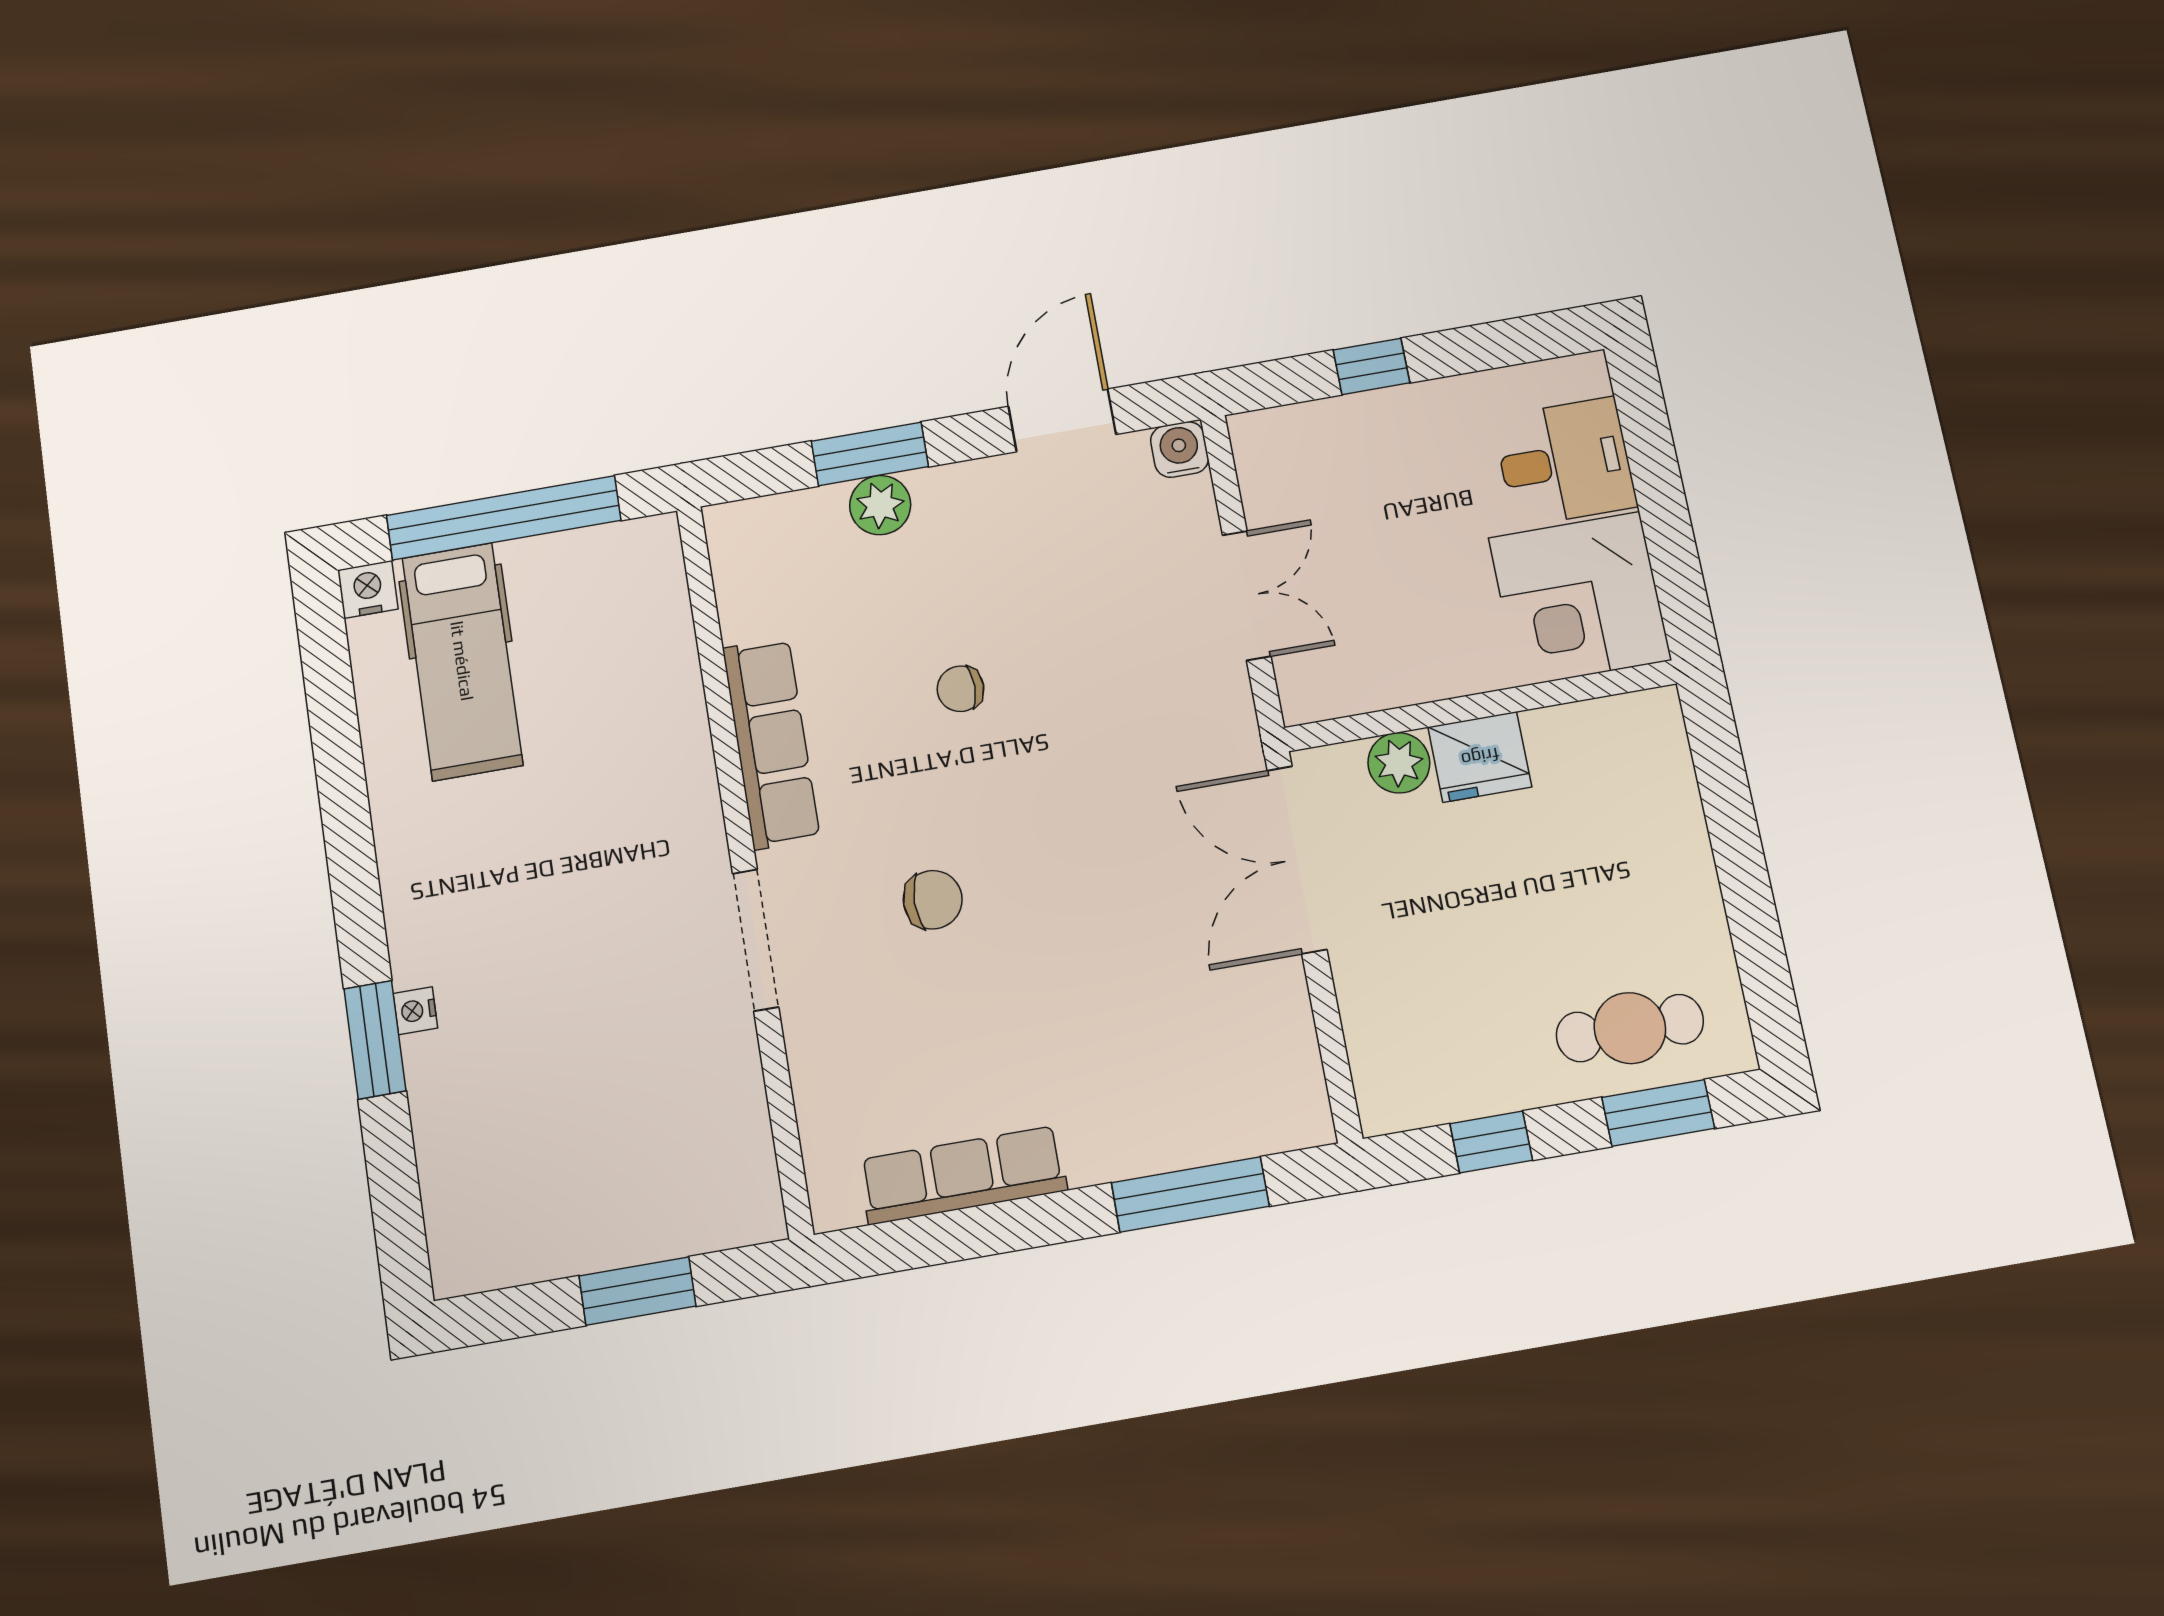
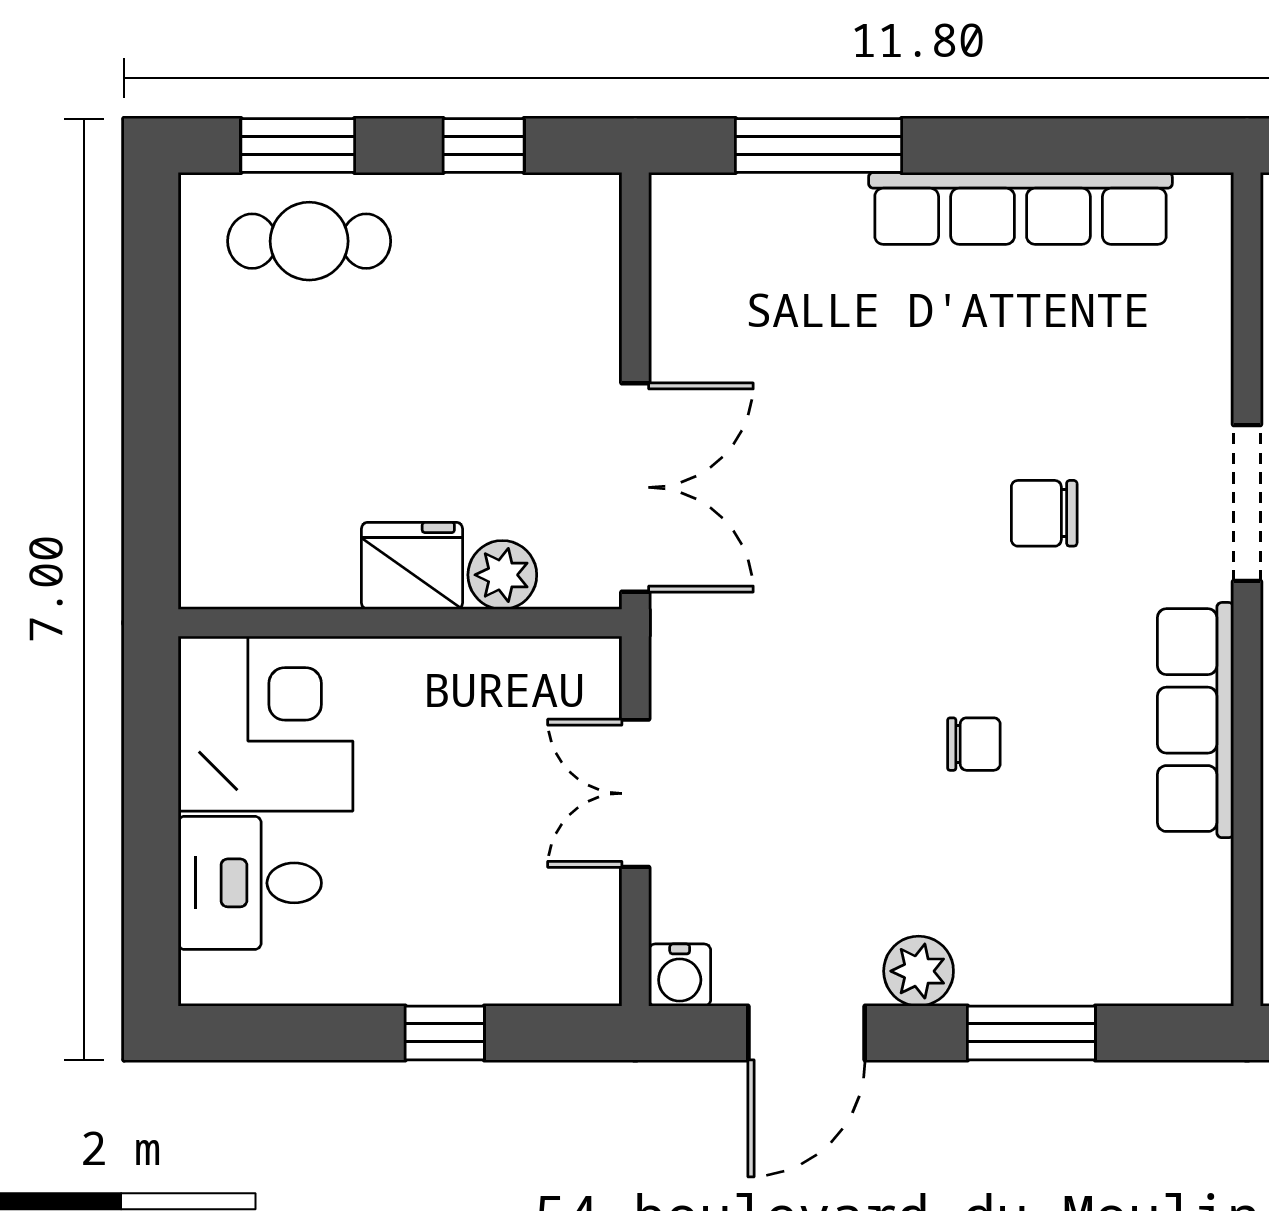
plant: (880, 505) -> (919, 971), moved
row of seats: (963, 1175) -> (1020, 208), width x1.36

